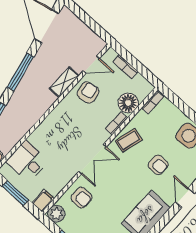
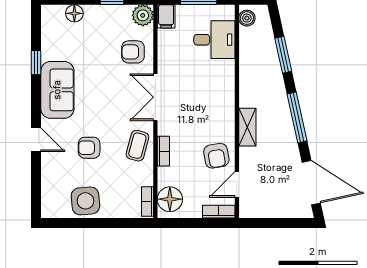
bookcase: (125, 67) -> (219, 212), moved
shelving: (64, 82) -> (247, 127), moved
floor lamp: (128, 103) -> (170, 199), moved

